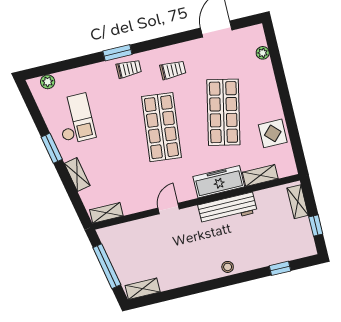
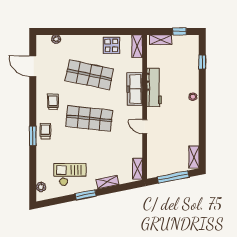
shelving: (260, 175) -> (137, 46), moved

